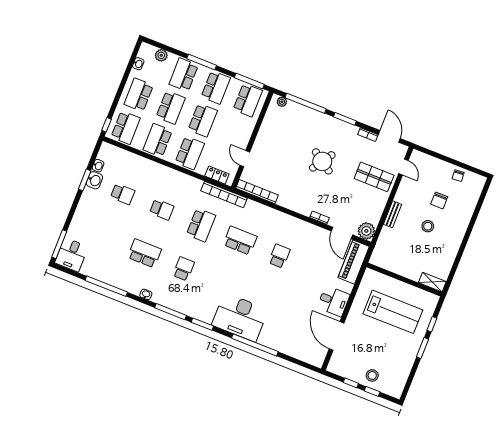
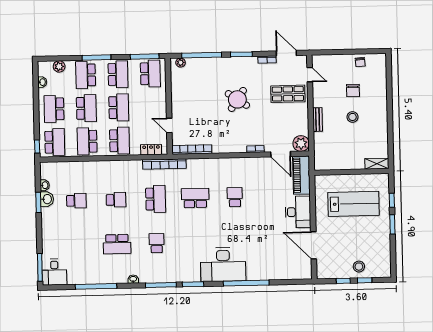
school desk: (144, 253) -> (117, 244), turned 180
desk: (333, 301) -> (298, 212), width x1.37

